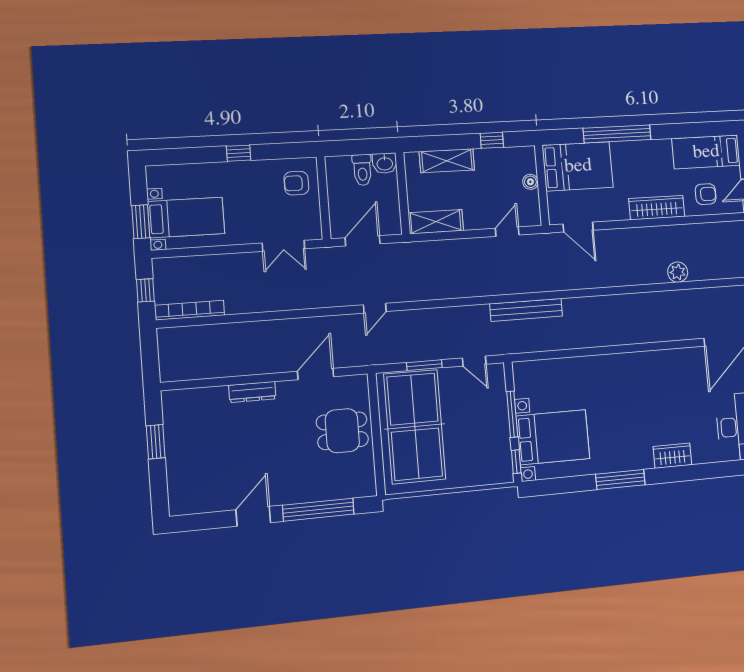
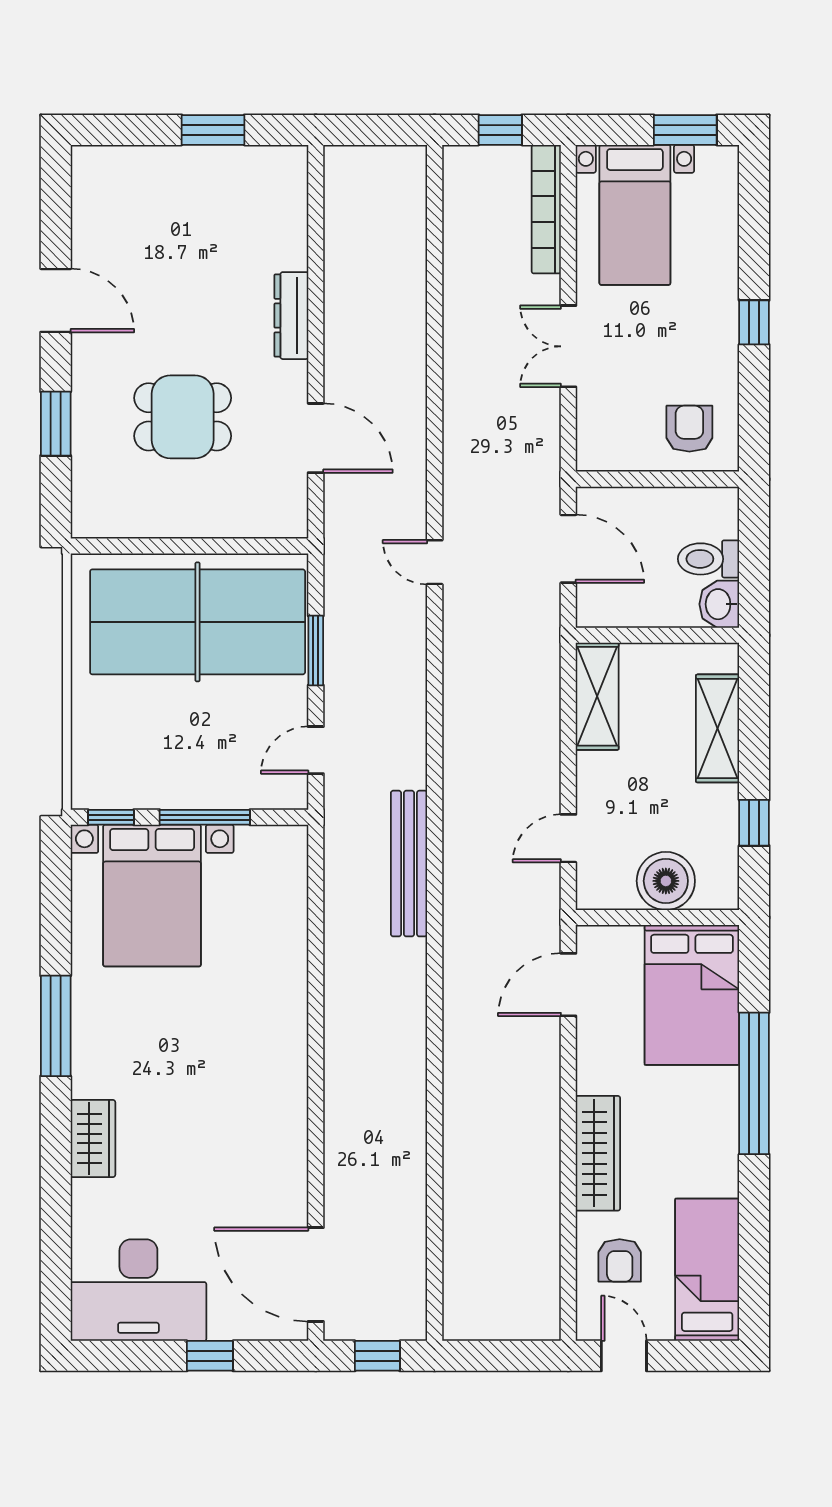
boiler: (530, 182) -> (666, 881), width x1.86, depth x1.86
window: (141, 222) -> (685, 130), moved
door: (507, 232) -> (568, 838), swing flipped
double door: (283, 246) -> (568, 346), moved
plant: (678, 272) -> (463, 1185), removed
bookcase: (190, 310) -> (546, 209), moved, turned 180
dining table: (342, 431) -> (183, 417), moved, turned 90
window: (318, 510) -> (56, 424), width x0.47

